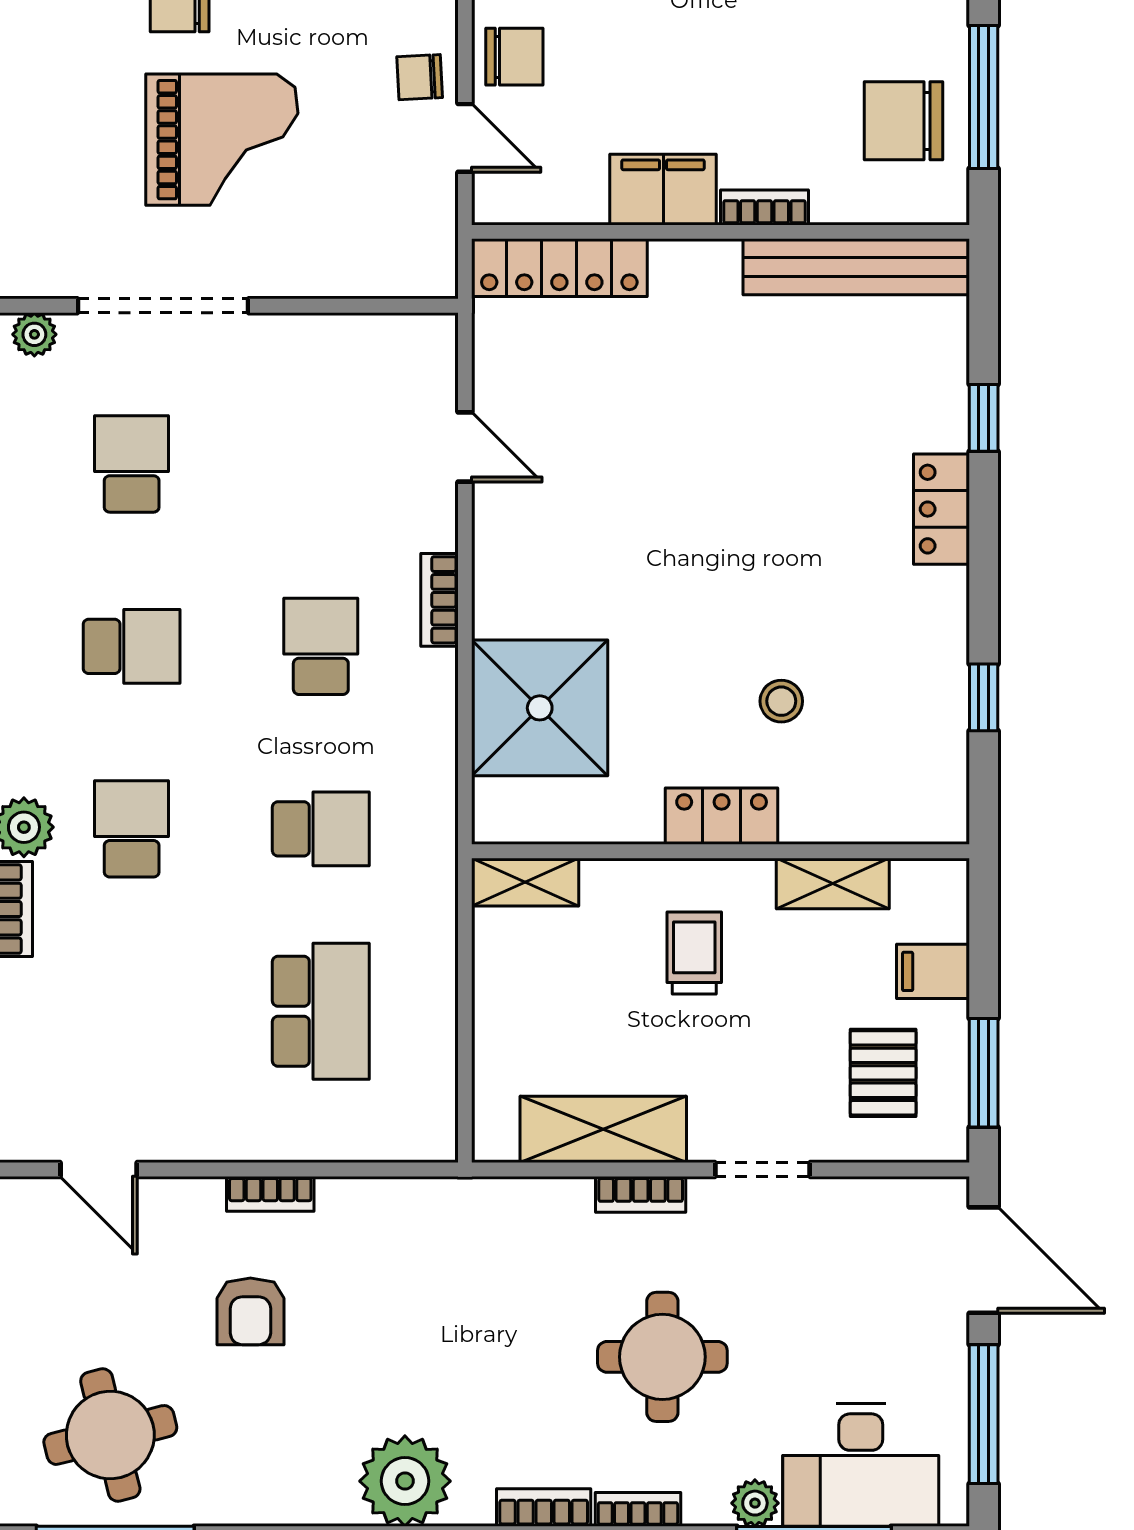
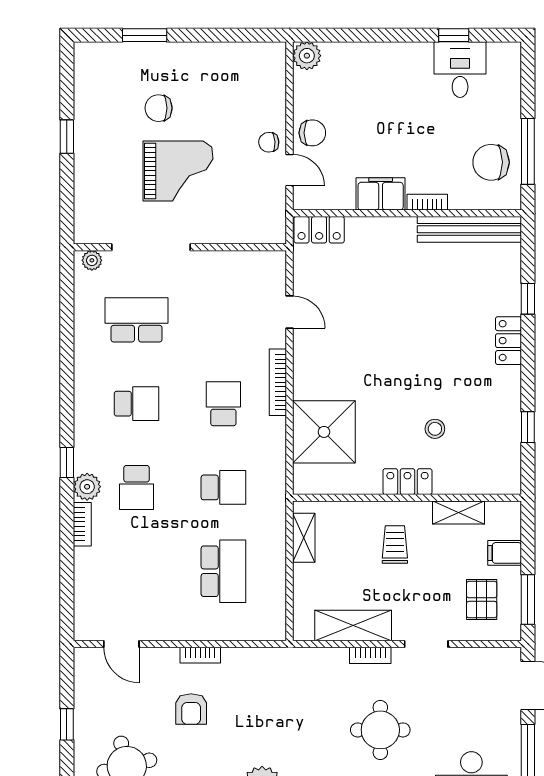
locker: (559, 268) -> (319, 230), width x0.66
school desk: (132, 464) -> (137, 320), width x1.85
bookcase: (439, 600) -> (278, 382), width x1.56
school desk: (132, 829) -> (137, 487), turned 180
shelving: (525, 882) -> (304, 538), moved, turned 90

